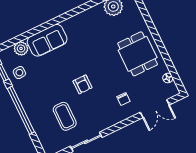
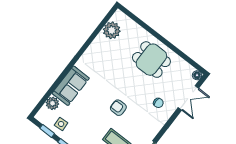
floor lamp: (168, 78) -> (197, 75), moved
armchair: (83, 84) -> (118, 108), turned 180

